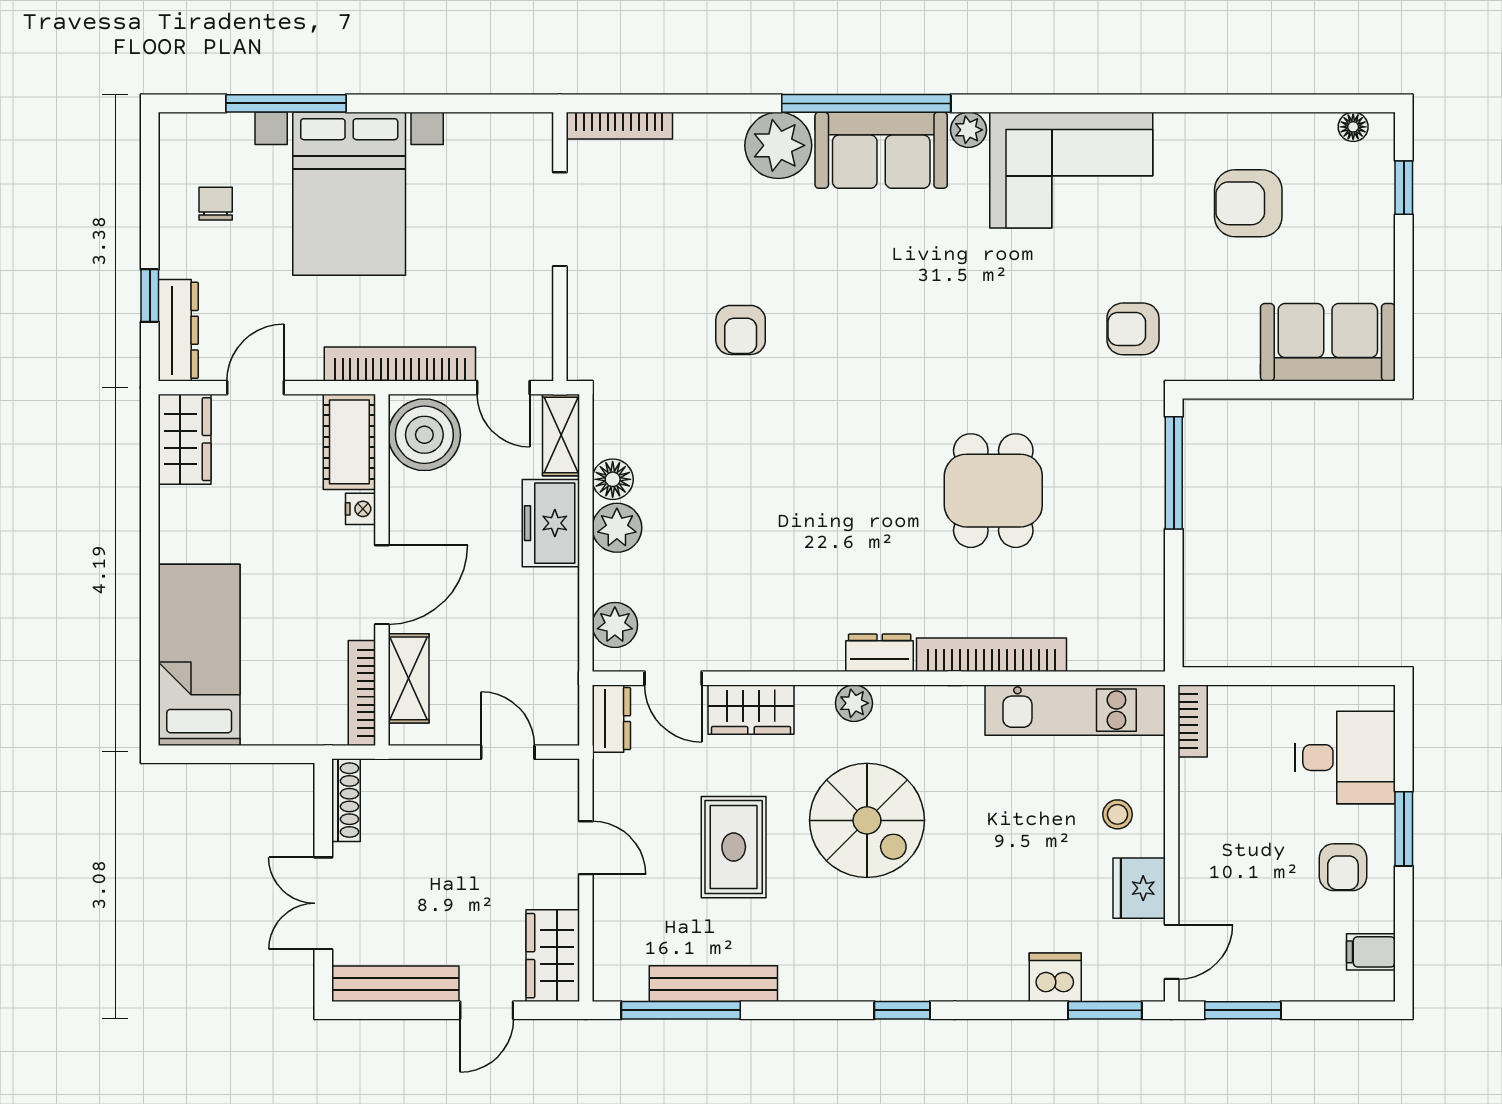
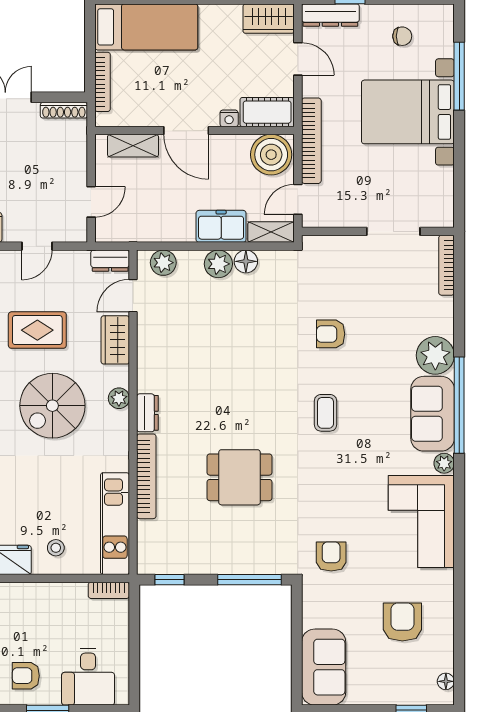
coffee table: (880, 339) -> (325, 413), added
window: (1174, 614) -> (170, 580), added
bookcase: (362, 693) -> (103, 82), moved, turned 90

